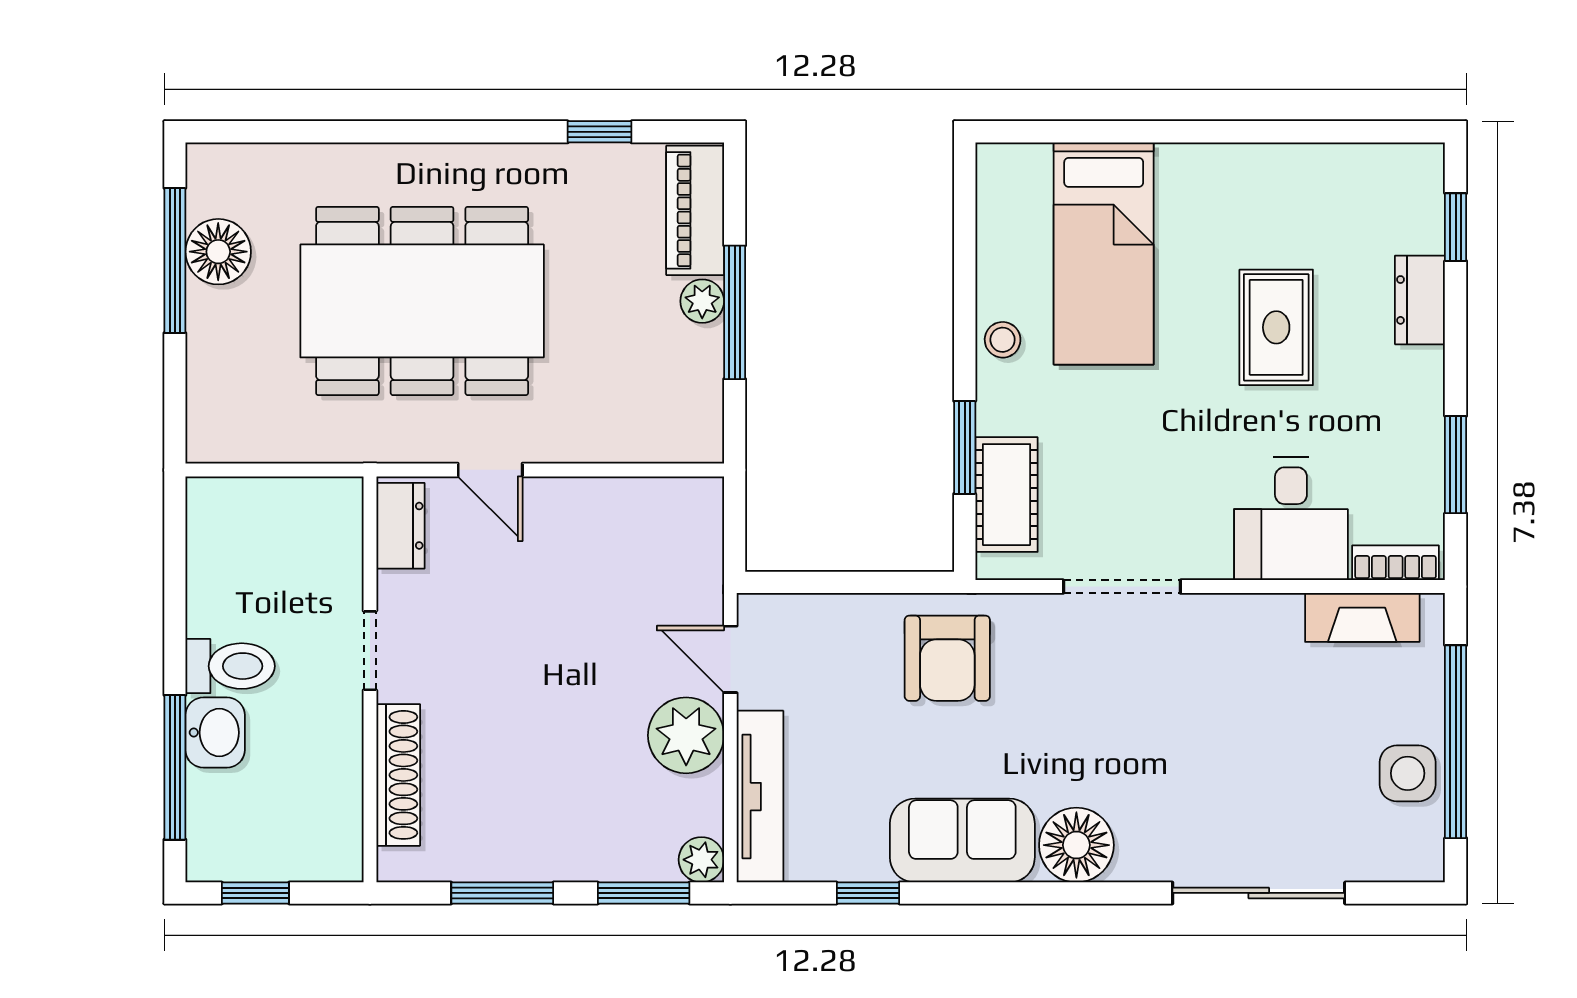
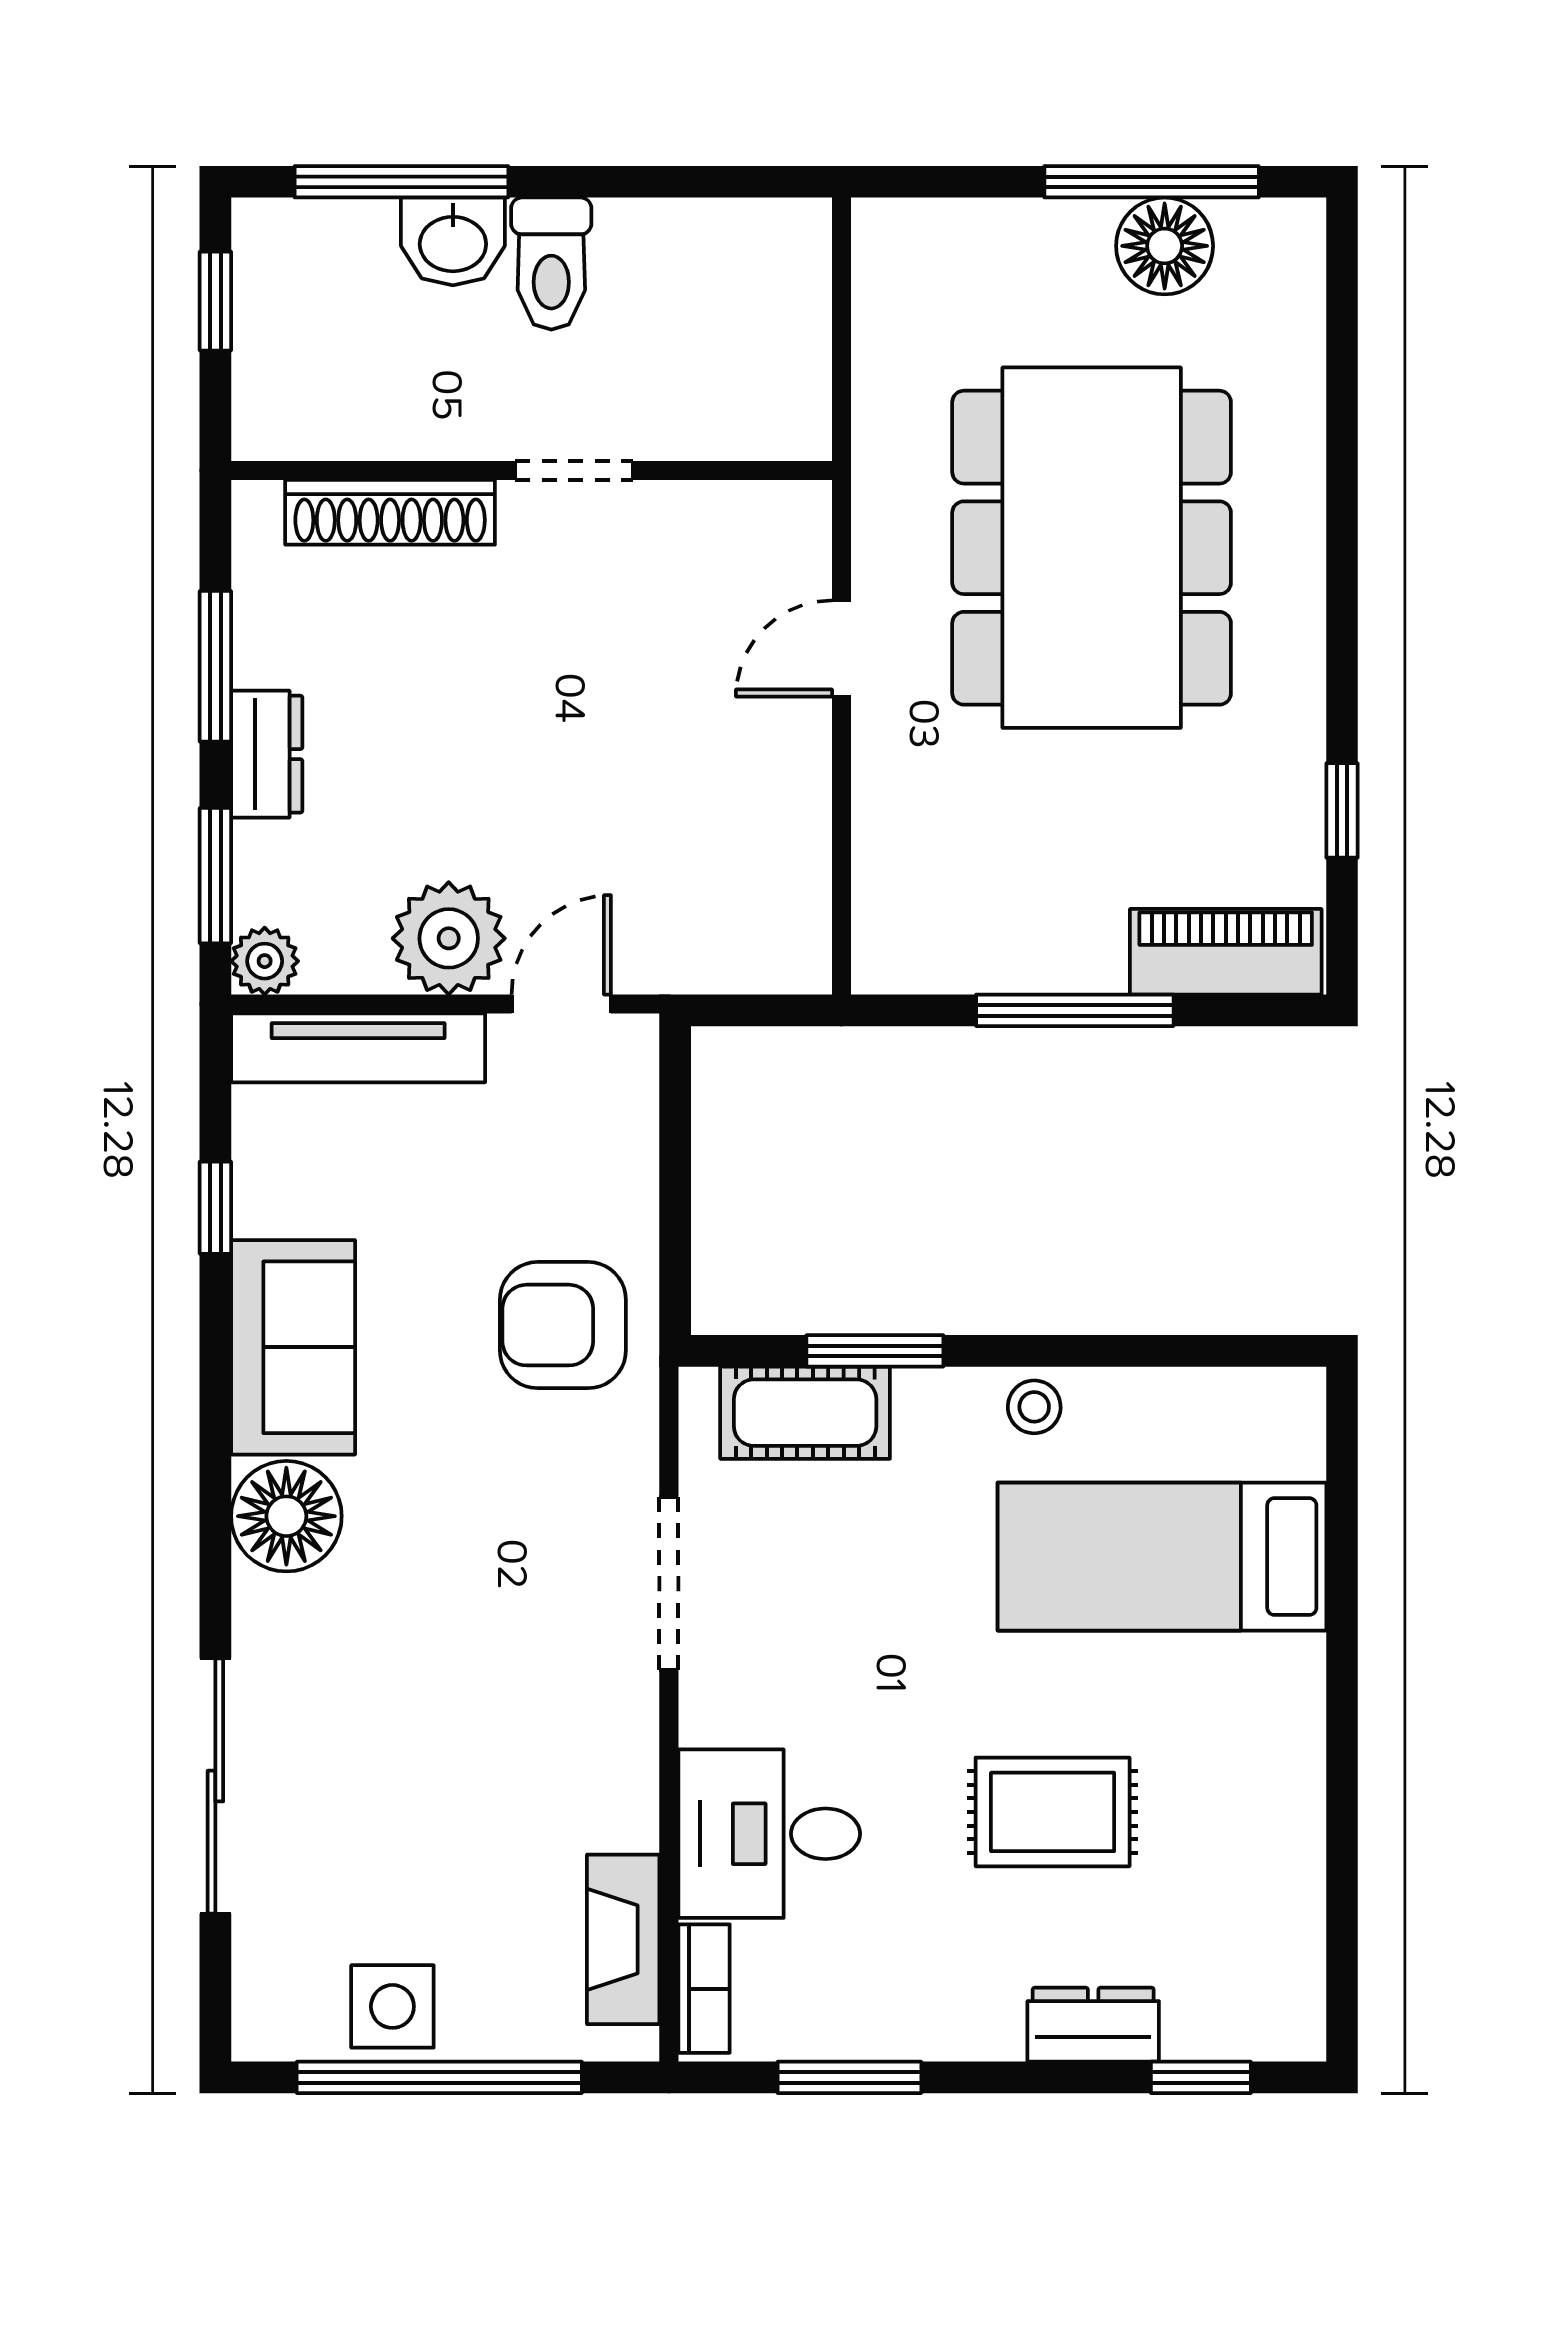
plant: (702, 301) -> (1091, 962), removed
dresser: (400, 526) -> (267, 754), moved, turned -90

